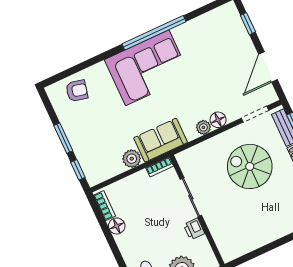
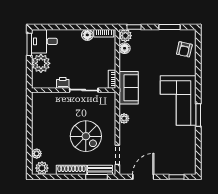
window: (154, 33) -> (198, 115), width x0.47
door: (268, 67) -> (143, 177), hinge flipped
floor lamp: (218, 120) -> (125, 48), moved
window: (63, 138) -> (169, 27), moved
plant: (132, 159) -> (125, 36), moved
spiral stairs: (250, 166) -> (86, 136), turned 90

